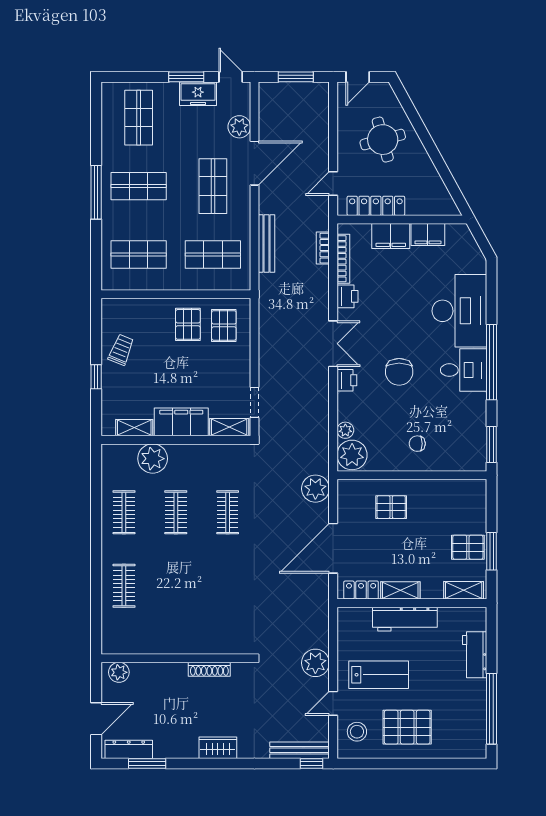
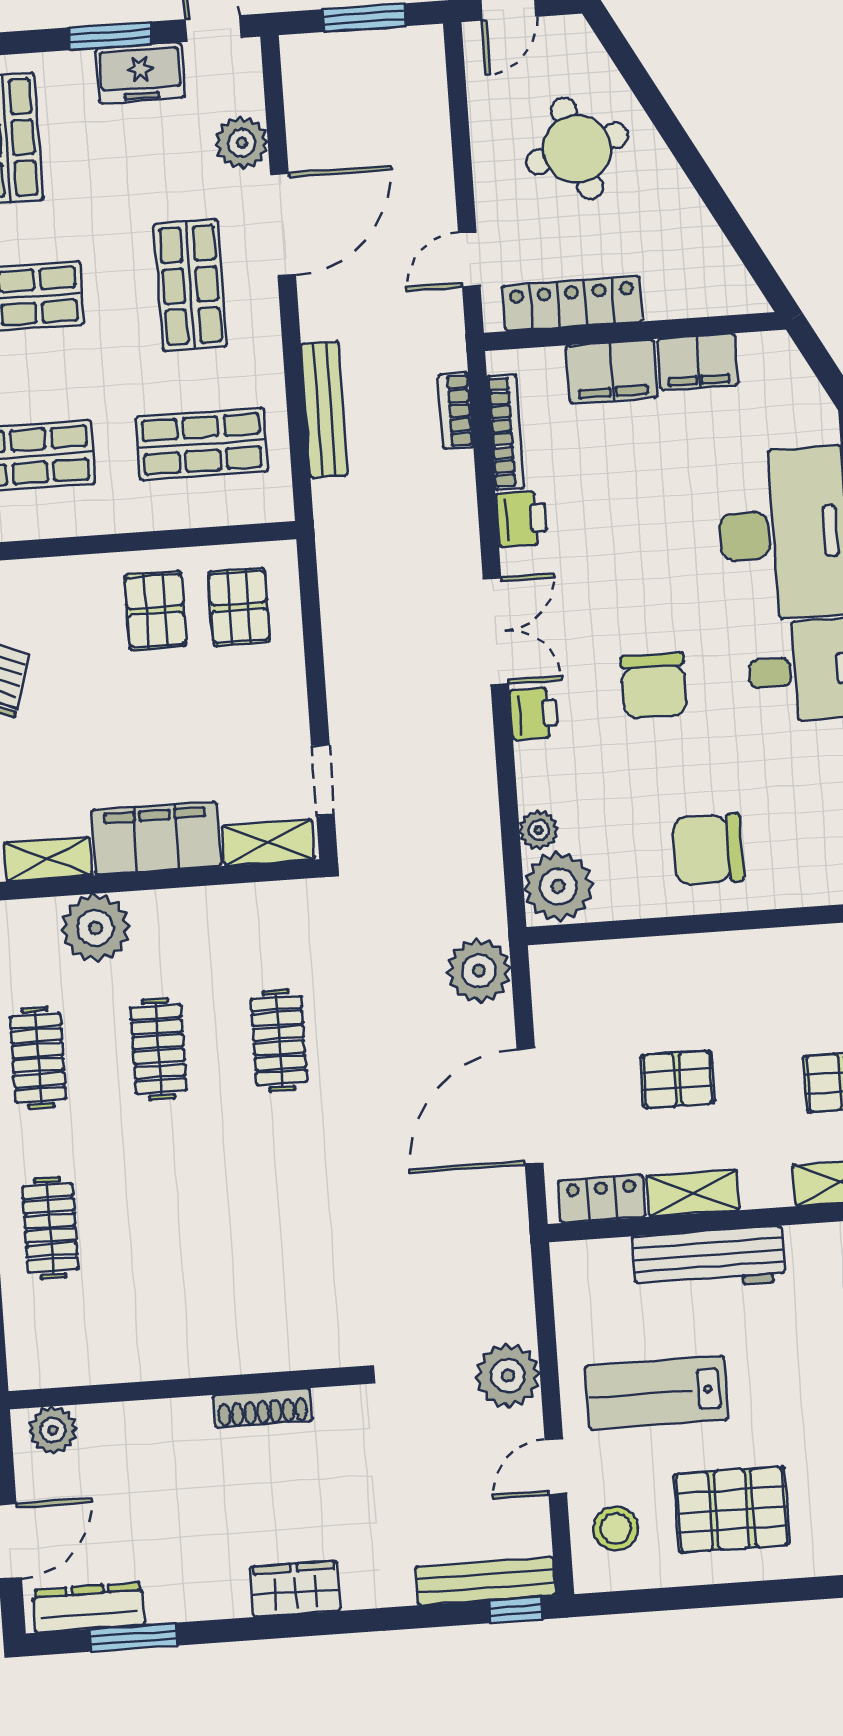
chair: (417, 444) -> (708, 849), width x1.87, depth x1.87
pallet: (391, 507) -> (678, 1079), moved
lab bench: (379, 675) -> (657, 1393), turned 180

